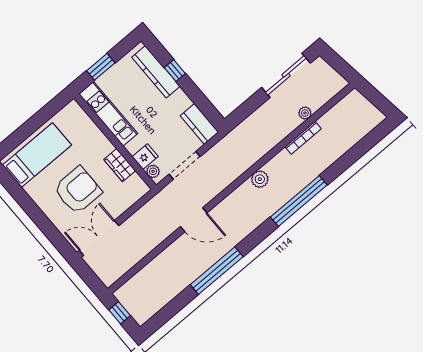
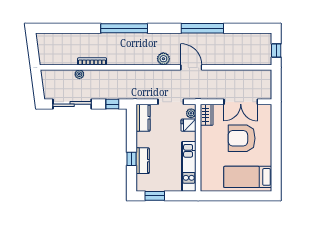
window: (101, 67) -> (155, 196), moved
kitchen counter: (156, 72) -> (143, 161), width x0.67
window: (244, 111) -> (112, 104), added
wardrobe: (120, 165) -> (207, 115), moved
plant: (260, 179) -> (163, 59), moved
double door: (99, 238) -> (241, 102), moved

